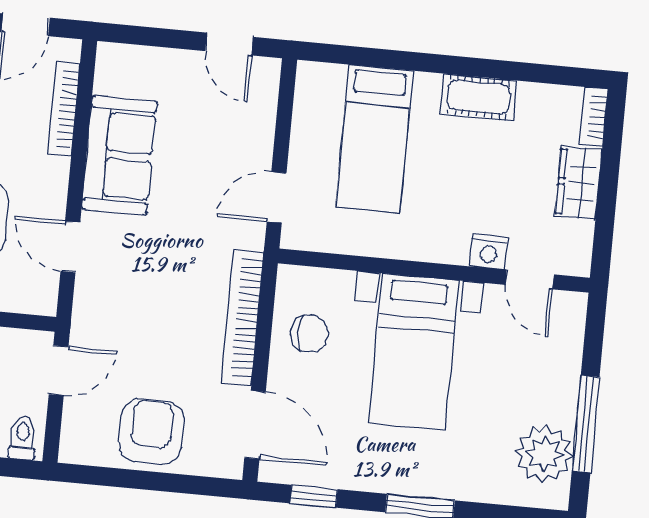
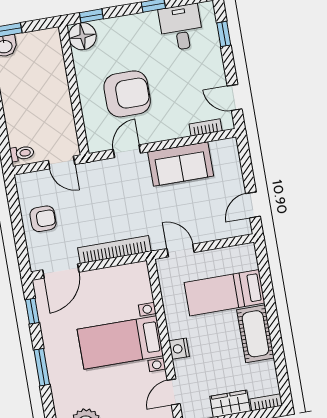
cot: (478, 97) -> (255, 334), width x1.37, depth x1.34
bookcase: (64, 109) -> (206, 127), width x0.64
nightstand: (489, 252) -> (179, 349), moved
chair: (310, 334) -> (115, 286), removed
armchair: (151, 432) -> (43, 219), width x0.72, depth x0.72

